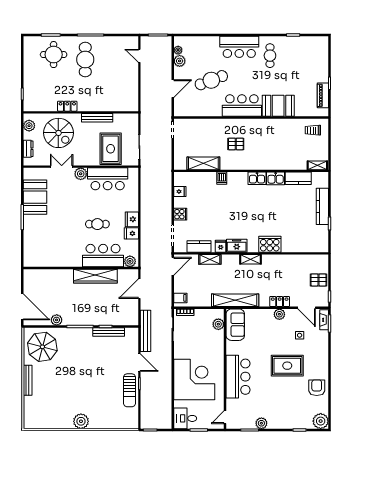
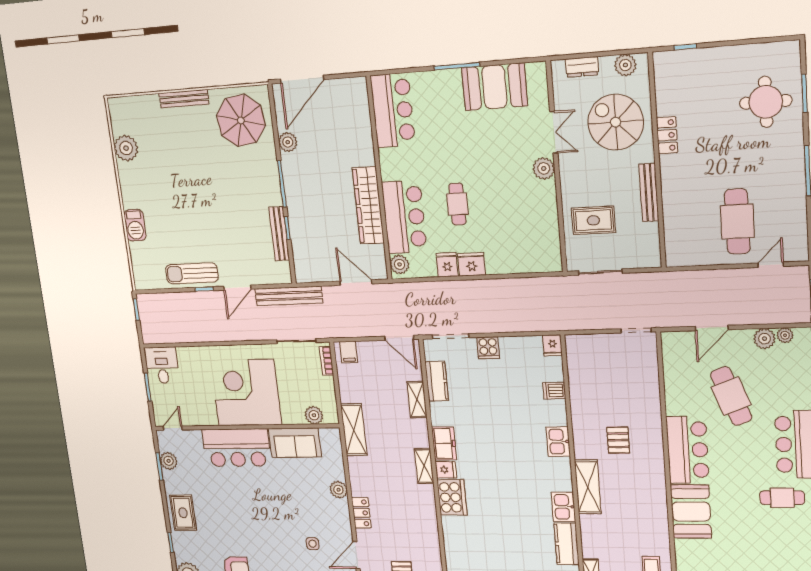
cafe table: (85, 60) -> (737, 221), moved, turned 90
door: (173, 89) -> (712, 328), hinge flipped
spiral stairs: (58, 133) -> (616, 122), turned 90
rug: (111, 149) -> (593, 220), width x0.73, depth x0.70
shelving: (203, 163) -> (588, 487), moved
dishwasher: (222, 178) -> (554, 391), moved
kitchen sink: (257, 178) -> (558, 442), moved
bar counter: (108, 179) -> (393, 110), moved, turned 180
fridge: (180, 192) -> (552, 345), moved
fridge: (221, 246) -> (446, 470), moved
shelving: (235, 300) -> (354, 430), width x0.68
plant: (279, 314) -> (339, 490), moved
sofa: (235, 325) -> (295, 443), moved
rug: (287, 366) -> (183, 513), moved, width x0.73, depth x0.70
corner desk: (194, 380) -> (246, 393), moved, turned 180
door: (225, 417) -> (173, 428), hinge flipped
plant: (81, 421) -> (126, 148), moved
barbecue: (99, 423) -> (135, 225), added
plant: (261, 423) -> (169, 461), moved

